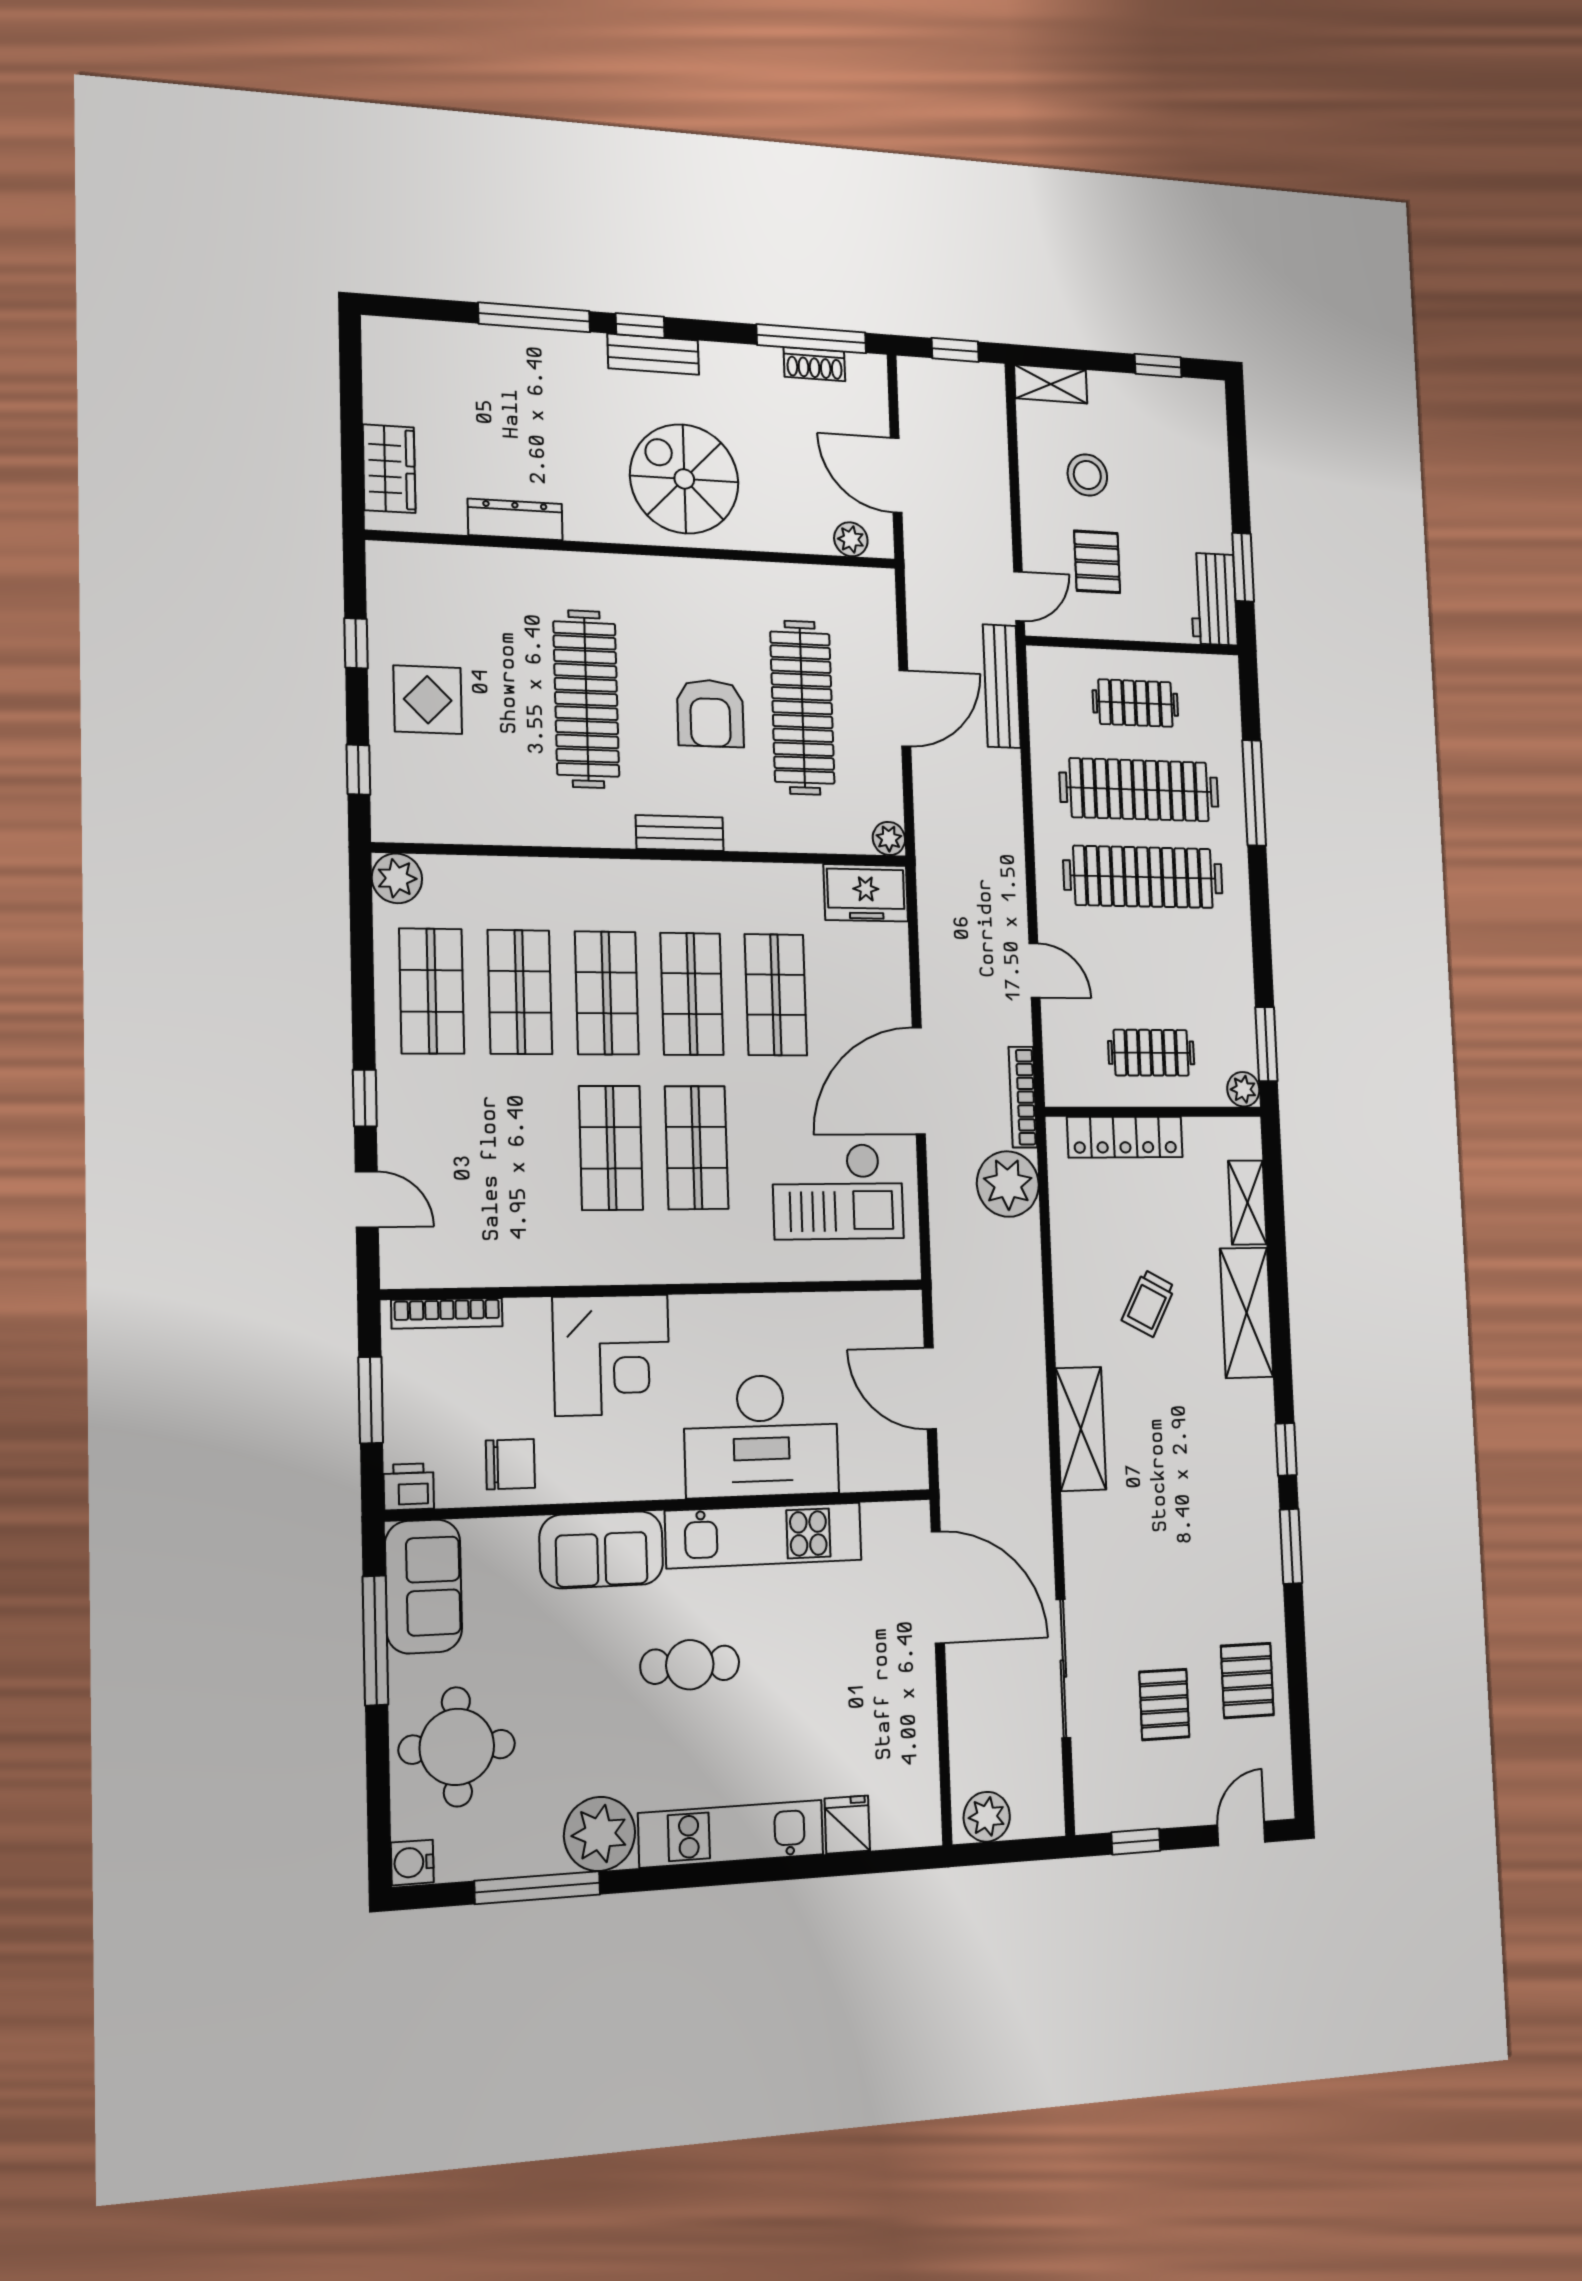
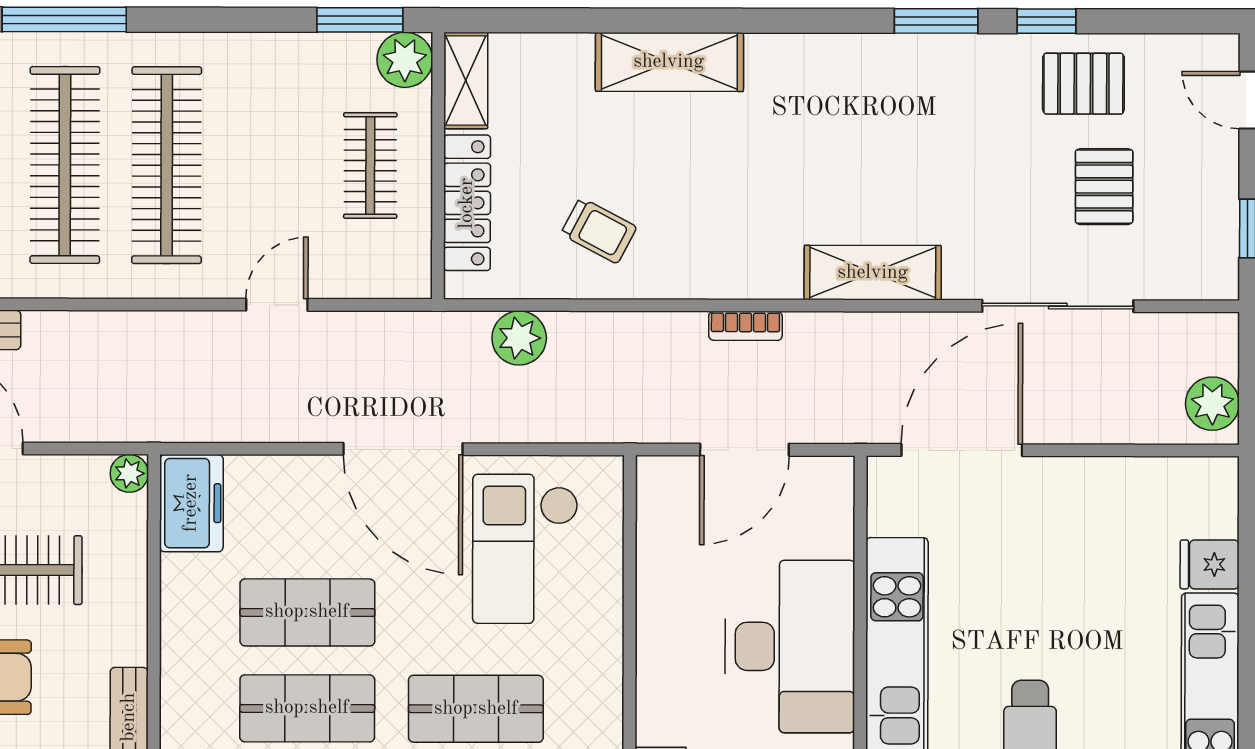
plant: (1243, 1089) -> (405, 60), width x1.38, depth x1.38
bookcase: (1023, 1097) -> (745, 326), moved, width x0.64
plant: (1008, 1184) -> (519, 338), width x0.73, depth x0.73
checkout: (838, 1191) -> (525, 549), turned 180
shelving: (1247, 1203) -> (466, 80), moved, turned 90
trolley: (1148, 1303) -> (599, 230), moved
shelving: (1081, 1429) -> (873, 273), moved
window: (1286, 1449) -> (1046, 21), moved
pallet: (1164, 1704) -> (1104, 187), turned 90

